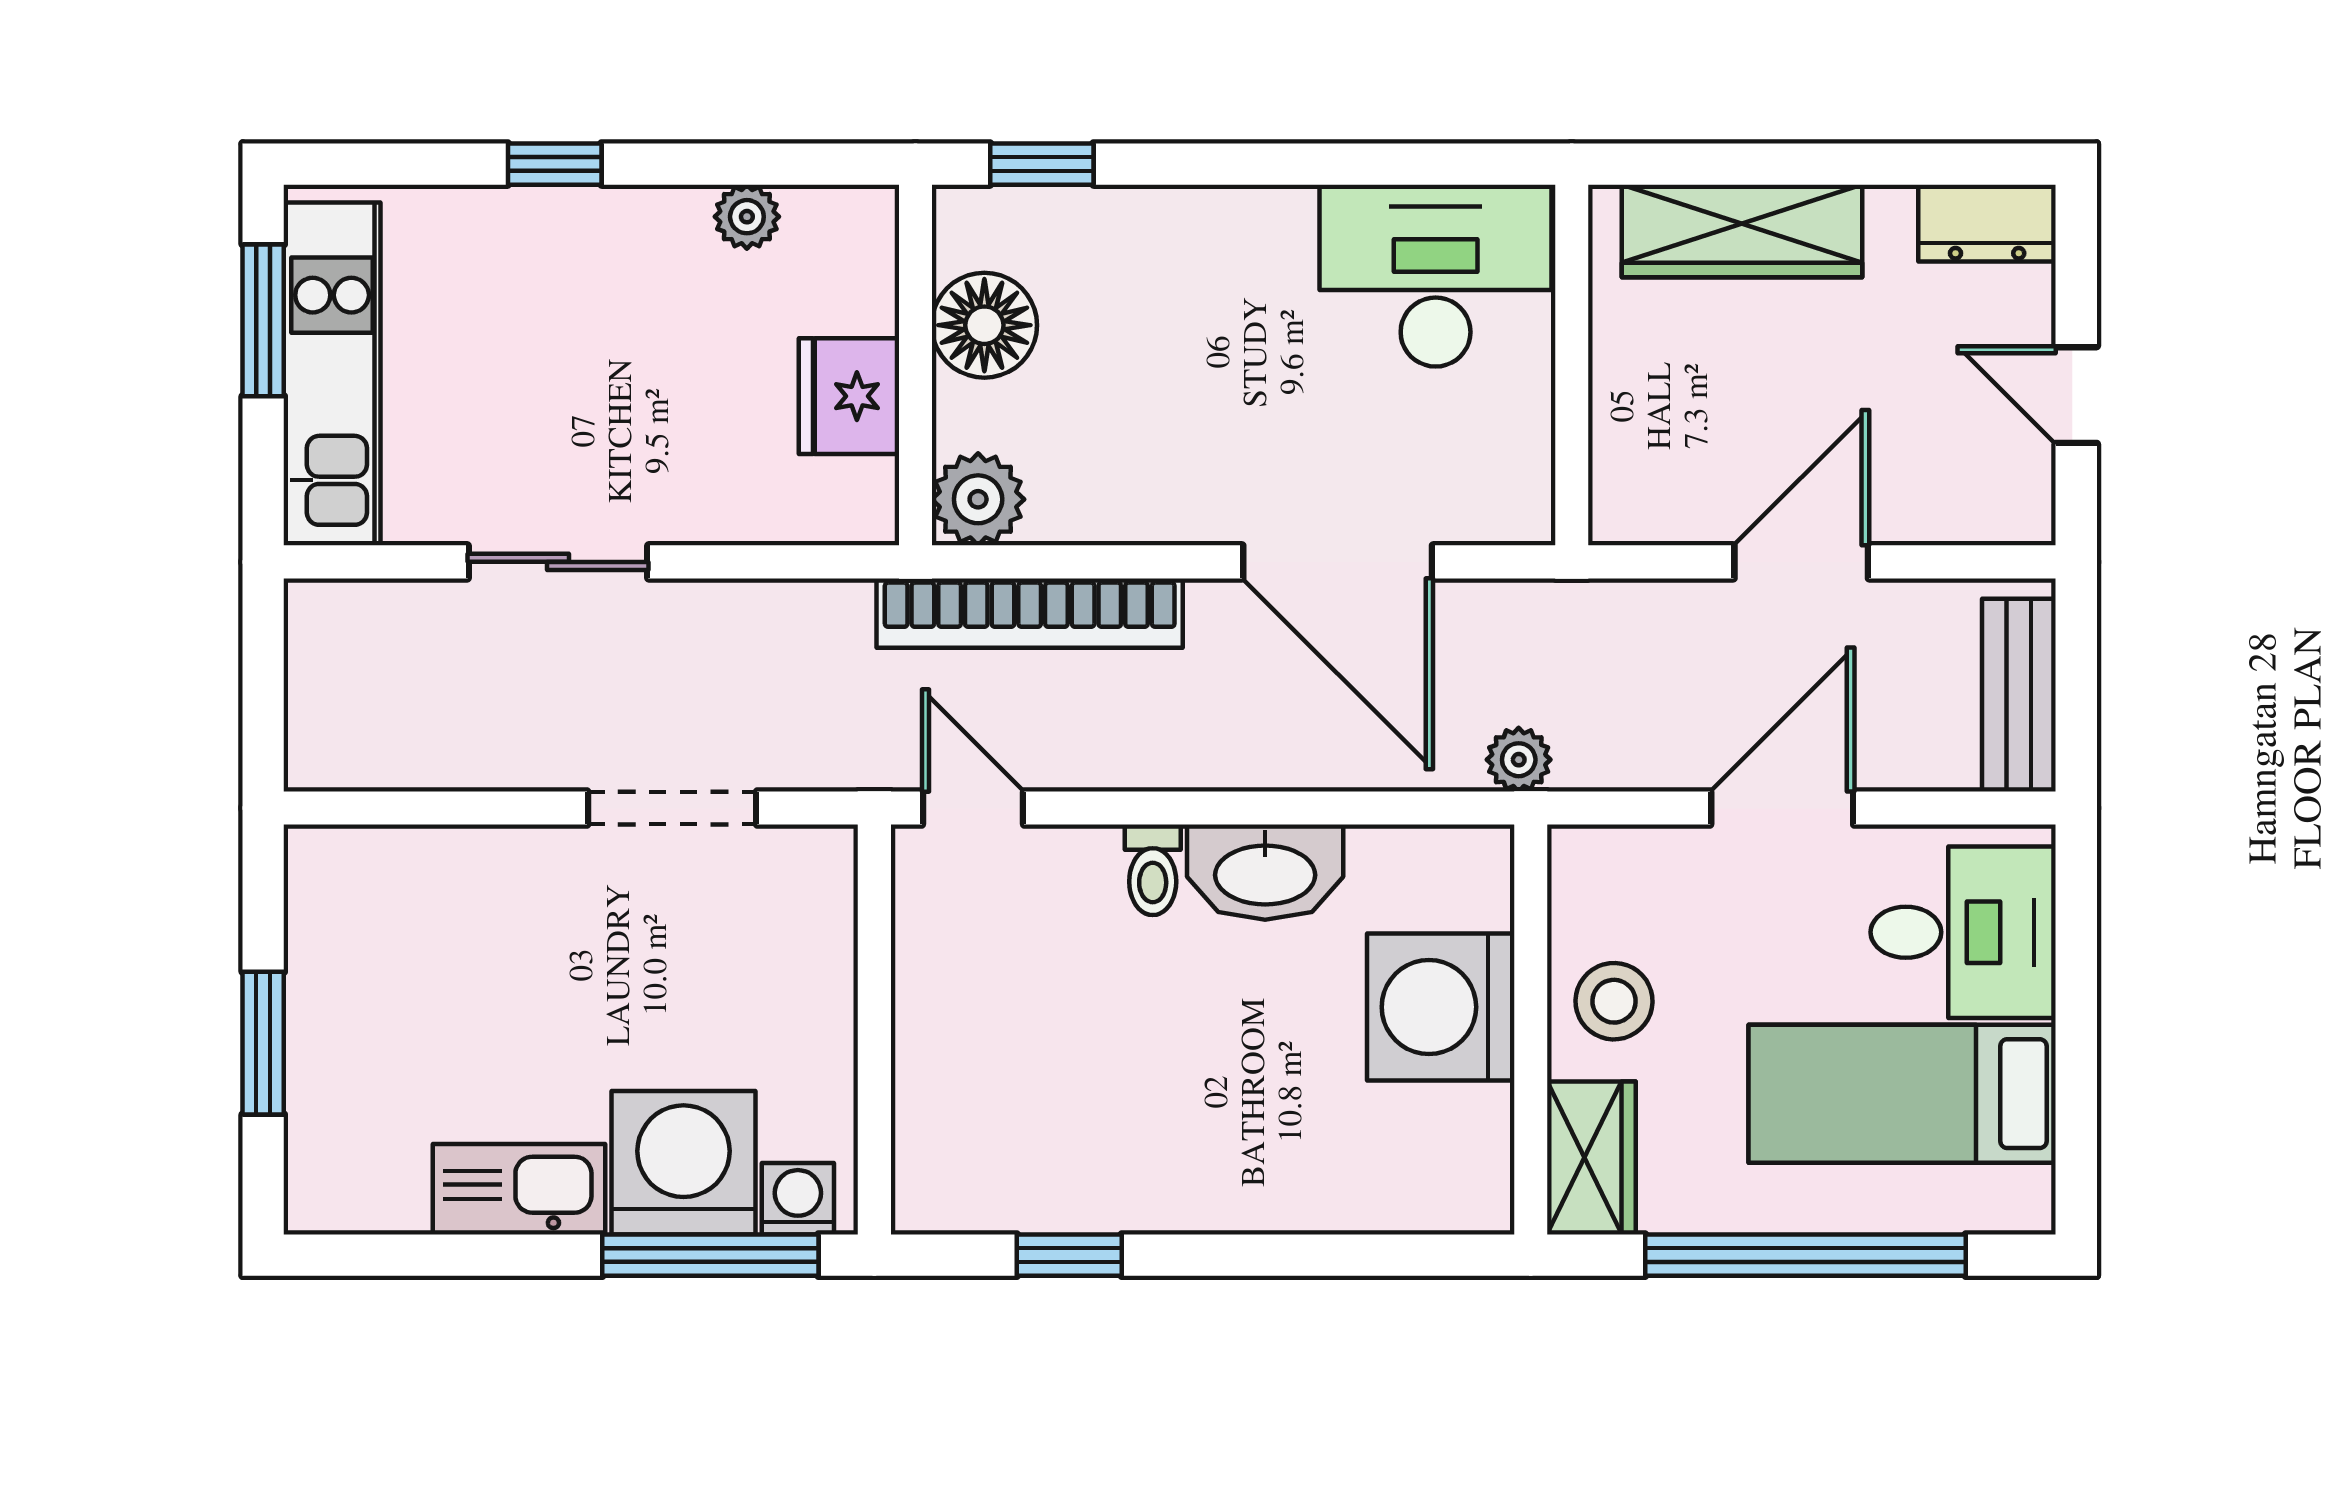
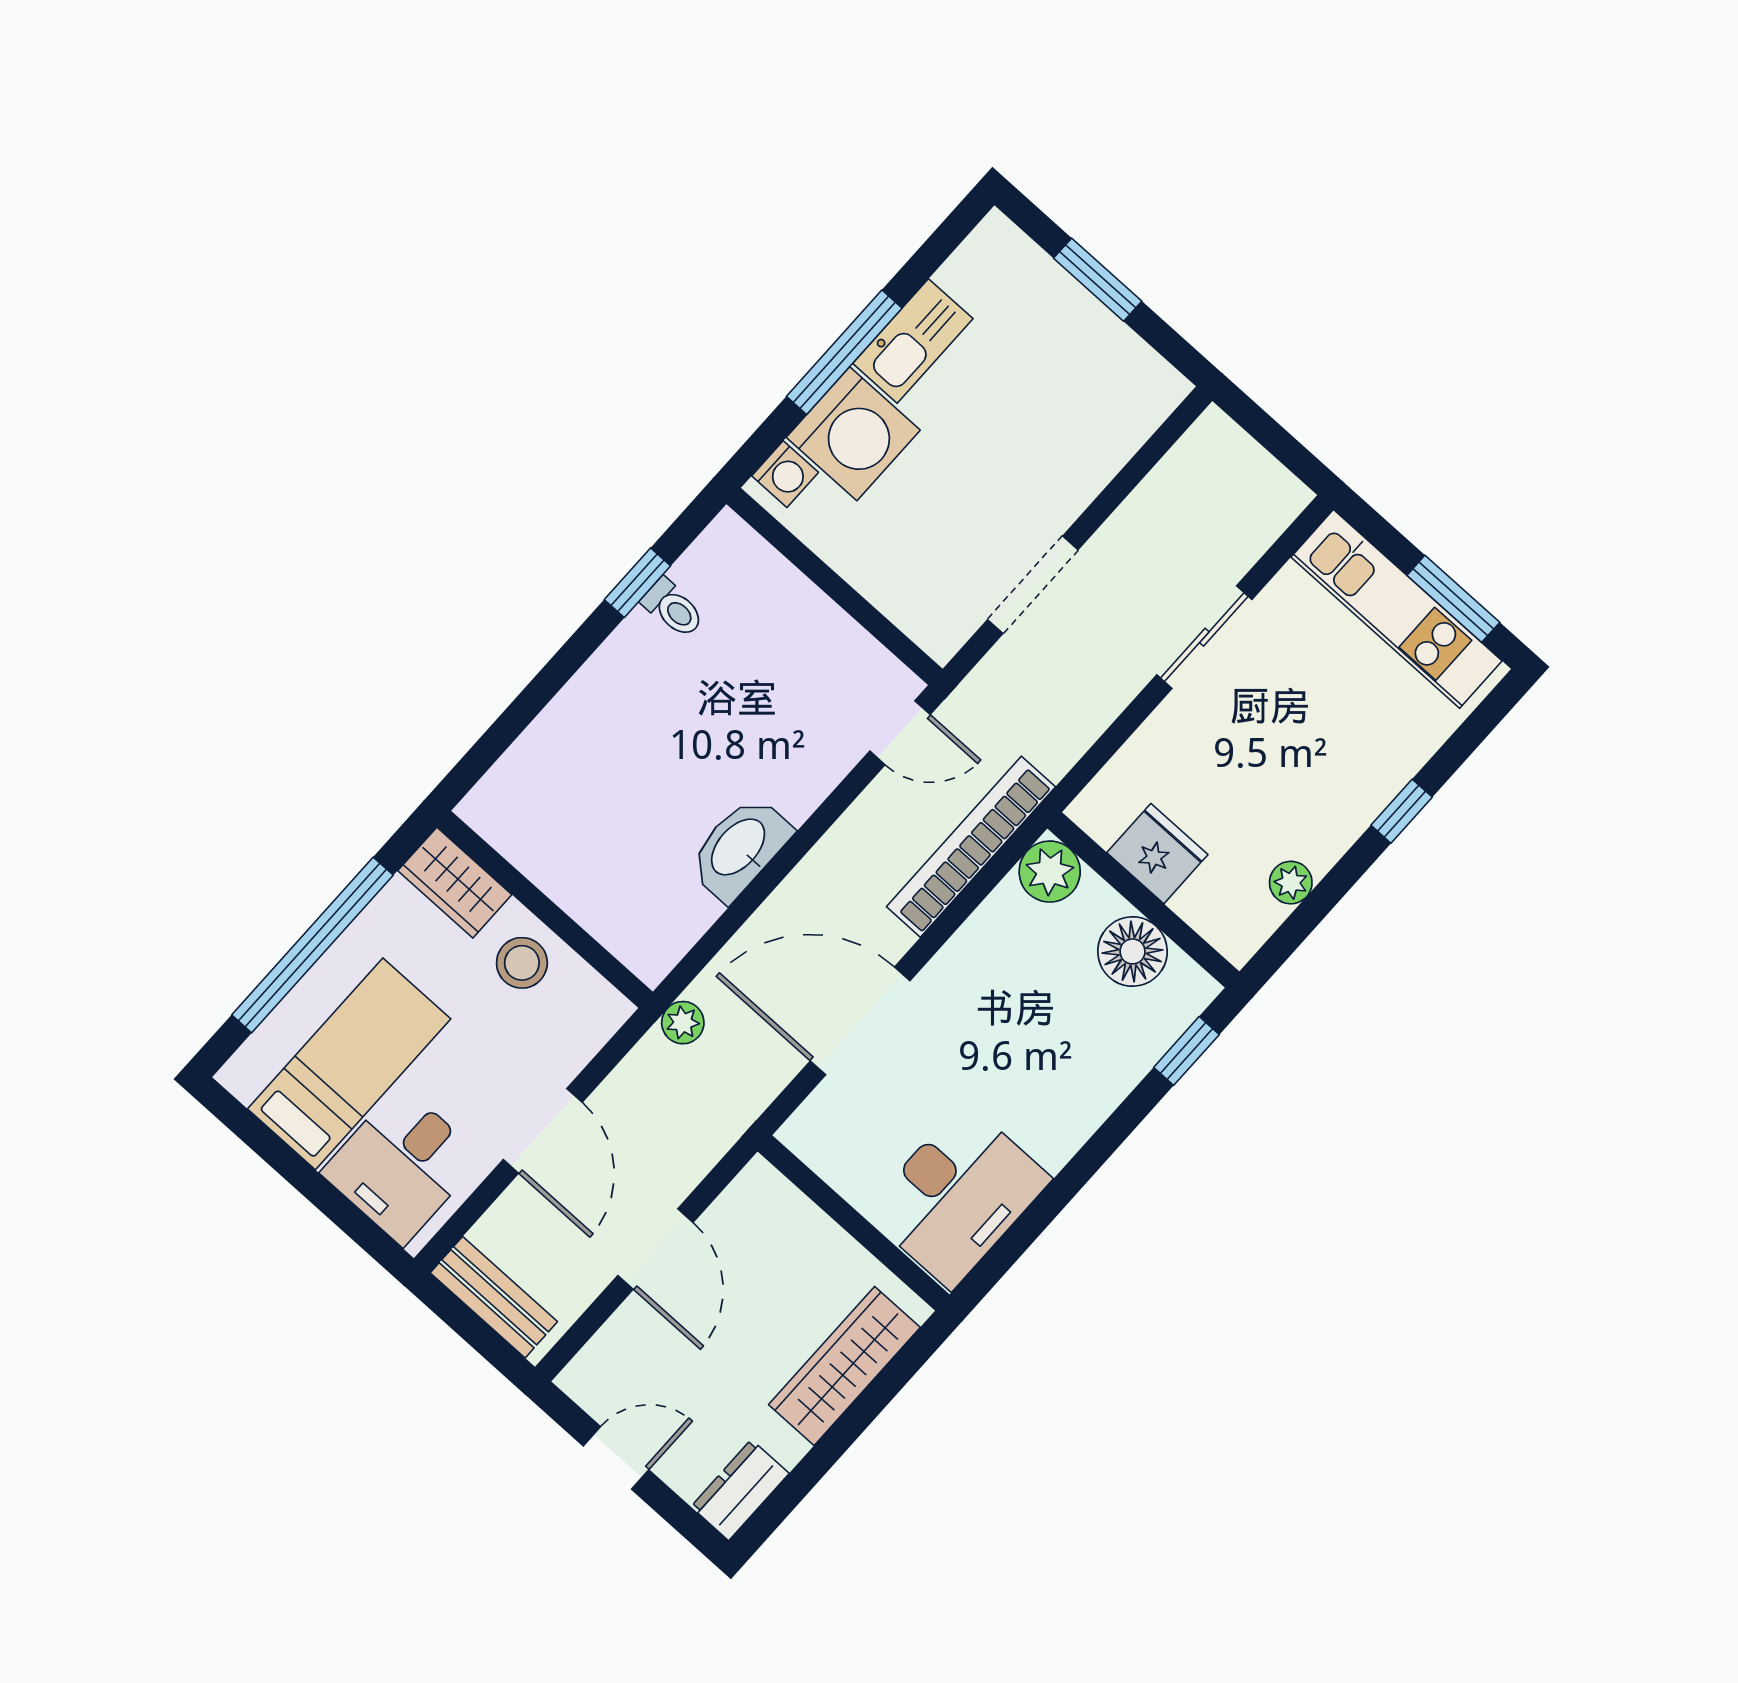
toilet: (1153, 870) -> (673, 608), moved, turned 180
washing machine: (1441, 1007) -> (596, 875), removed
window: (710, 1255) -> (844, 352), moved

